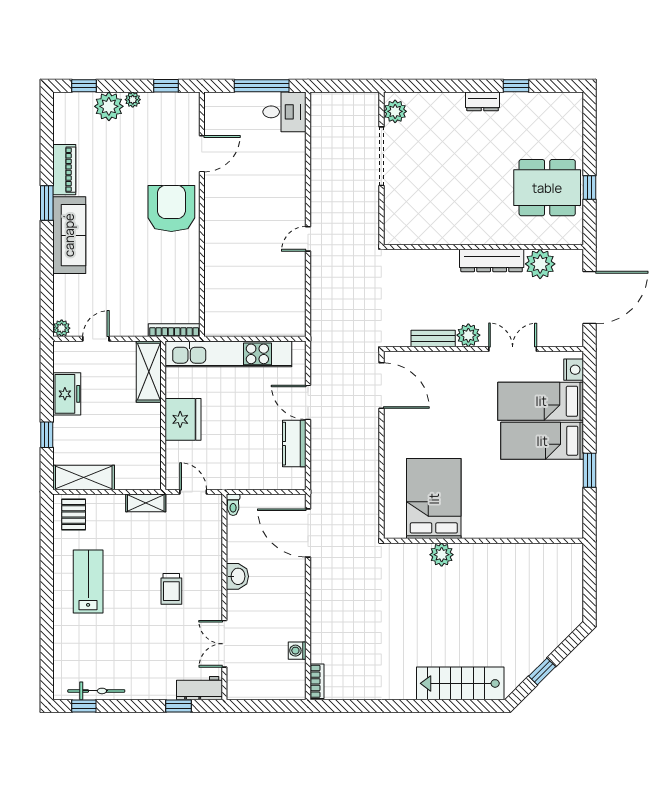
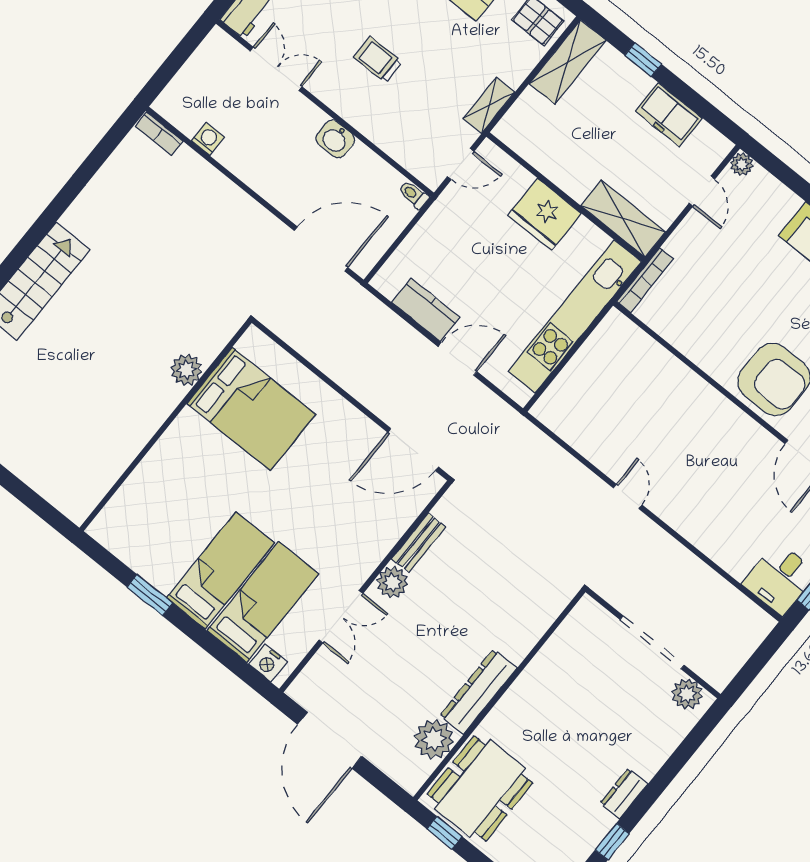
wall: (483, 247) -> (499, 695), moved
dresser: (492, 260) -> (478, 692), moved
plant: (540, 264) -> (434, 739), moved

